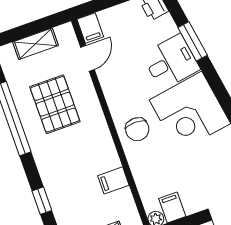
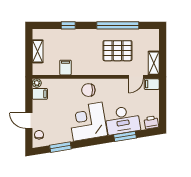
shelving: (36, 44) -> (154, 63), moved
door: (87, 58) -> (136, 77), hinge flipped
desk: (171, 62) -> (123, 120), width x1.37

